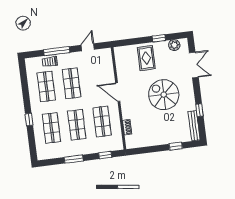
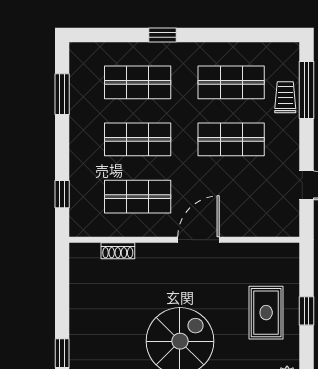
window: (159, 38) -> (307, 311), moved
window: (57, 51) -> (307, 90), moved
rug: (146, 58) -> (266, 313), turned 90
window: (74, 159) -> (62, 94), moved

